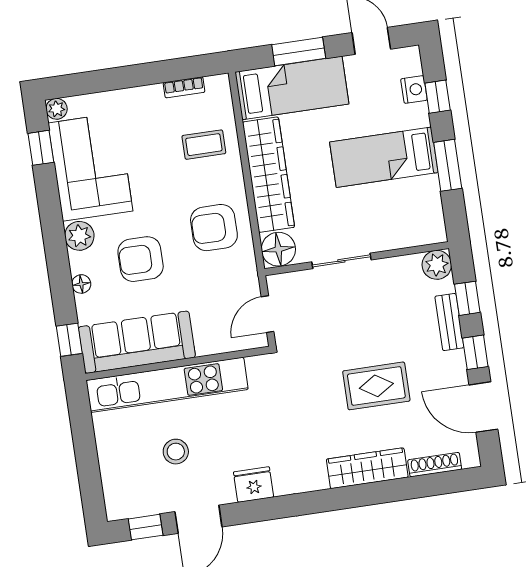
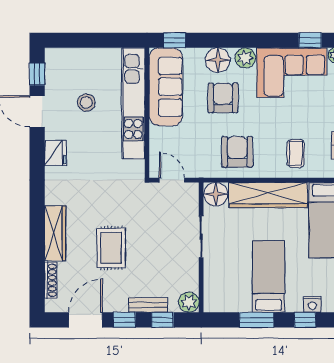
floor lamp: (81, 284) -> (218, 60), width x1.89, depth x1.89

